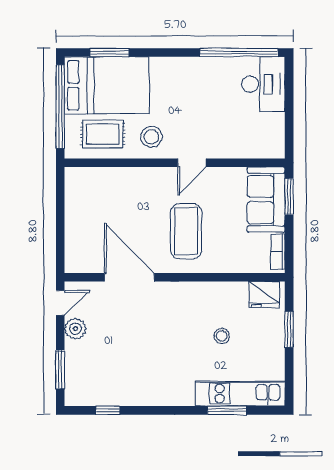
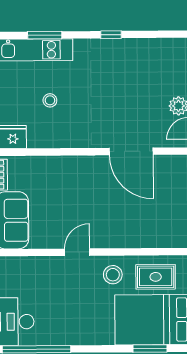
coffee table: (186, 231) -> (82, 192), removed
window: (108, 410) -> (111, 35), moved

